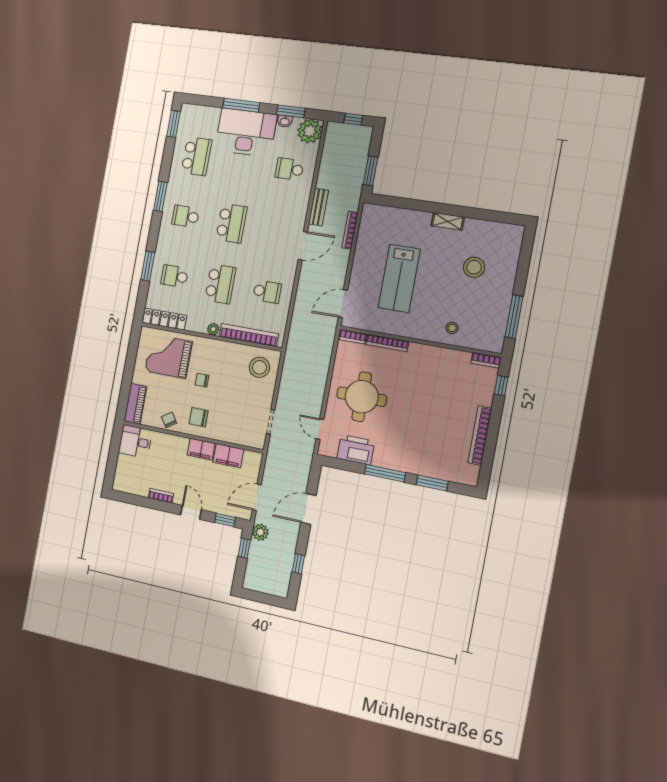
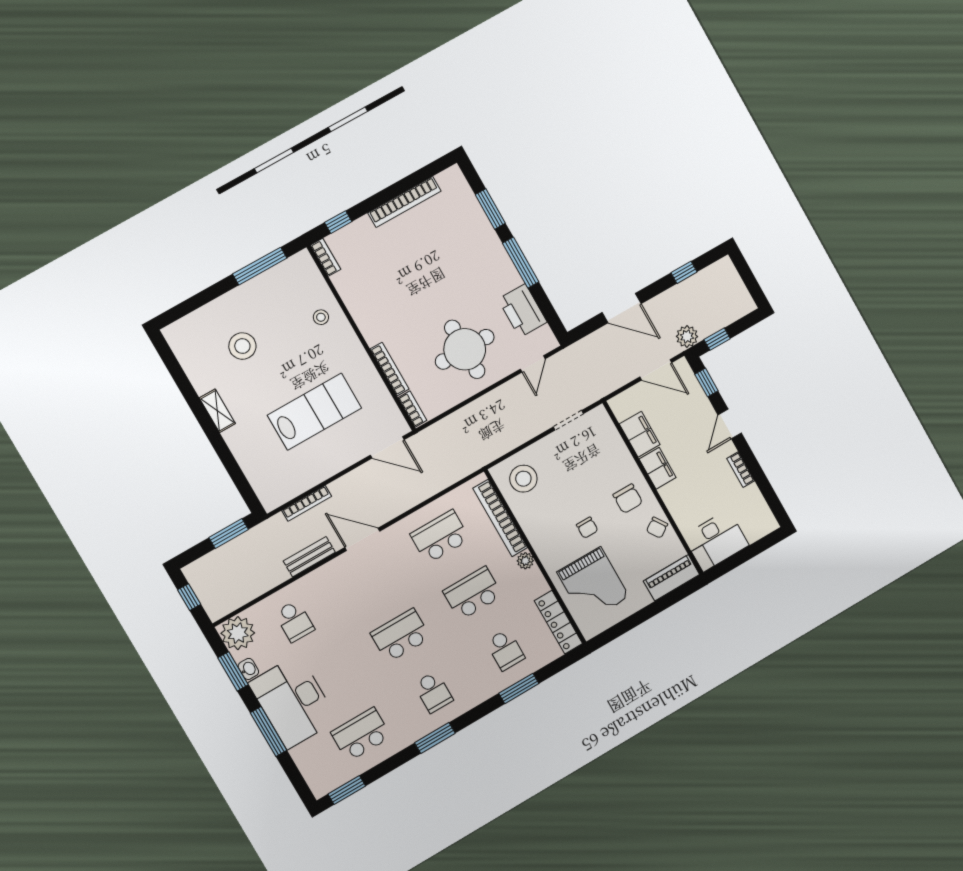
school desk: (267, 292) -> (440, 537), width x1.85
desk: (135, 442) -> (716, 541), width x1.37

